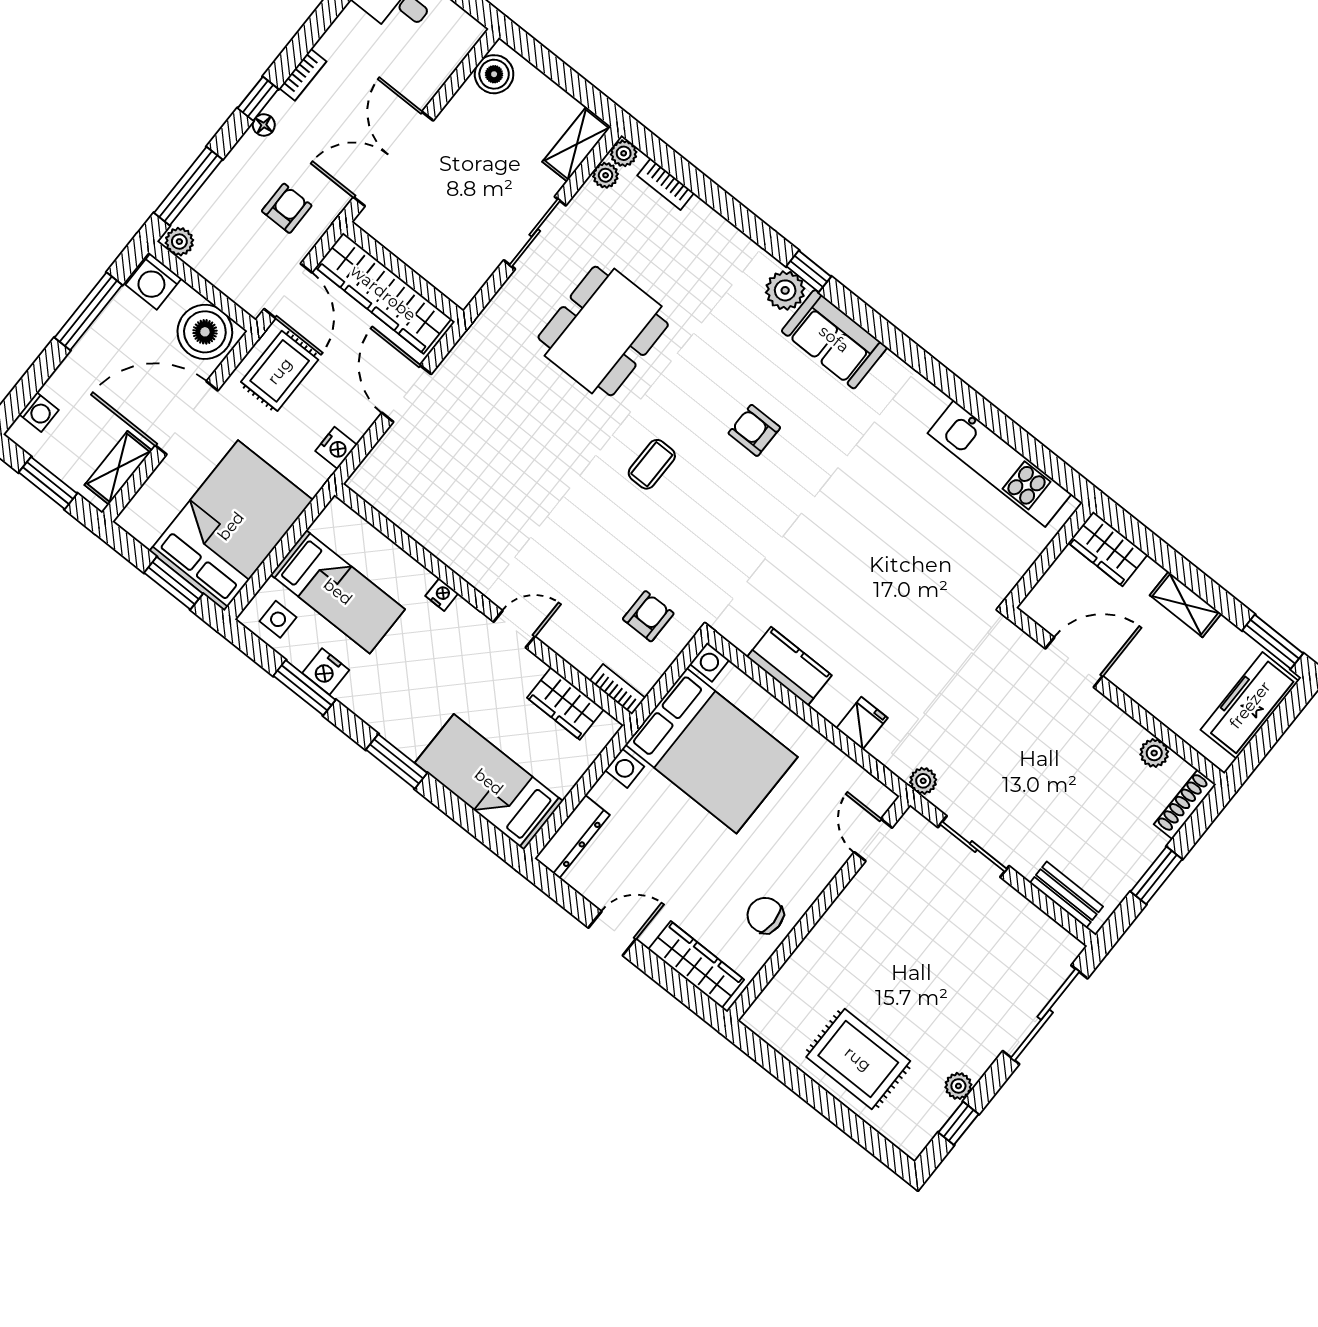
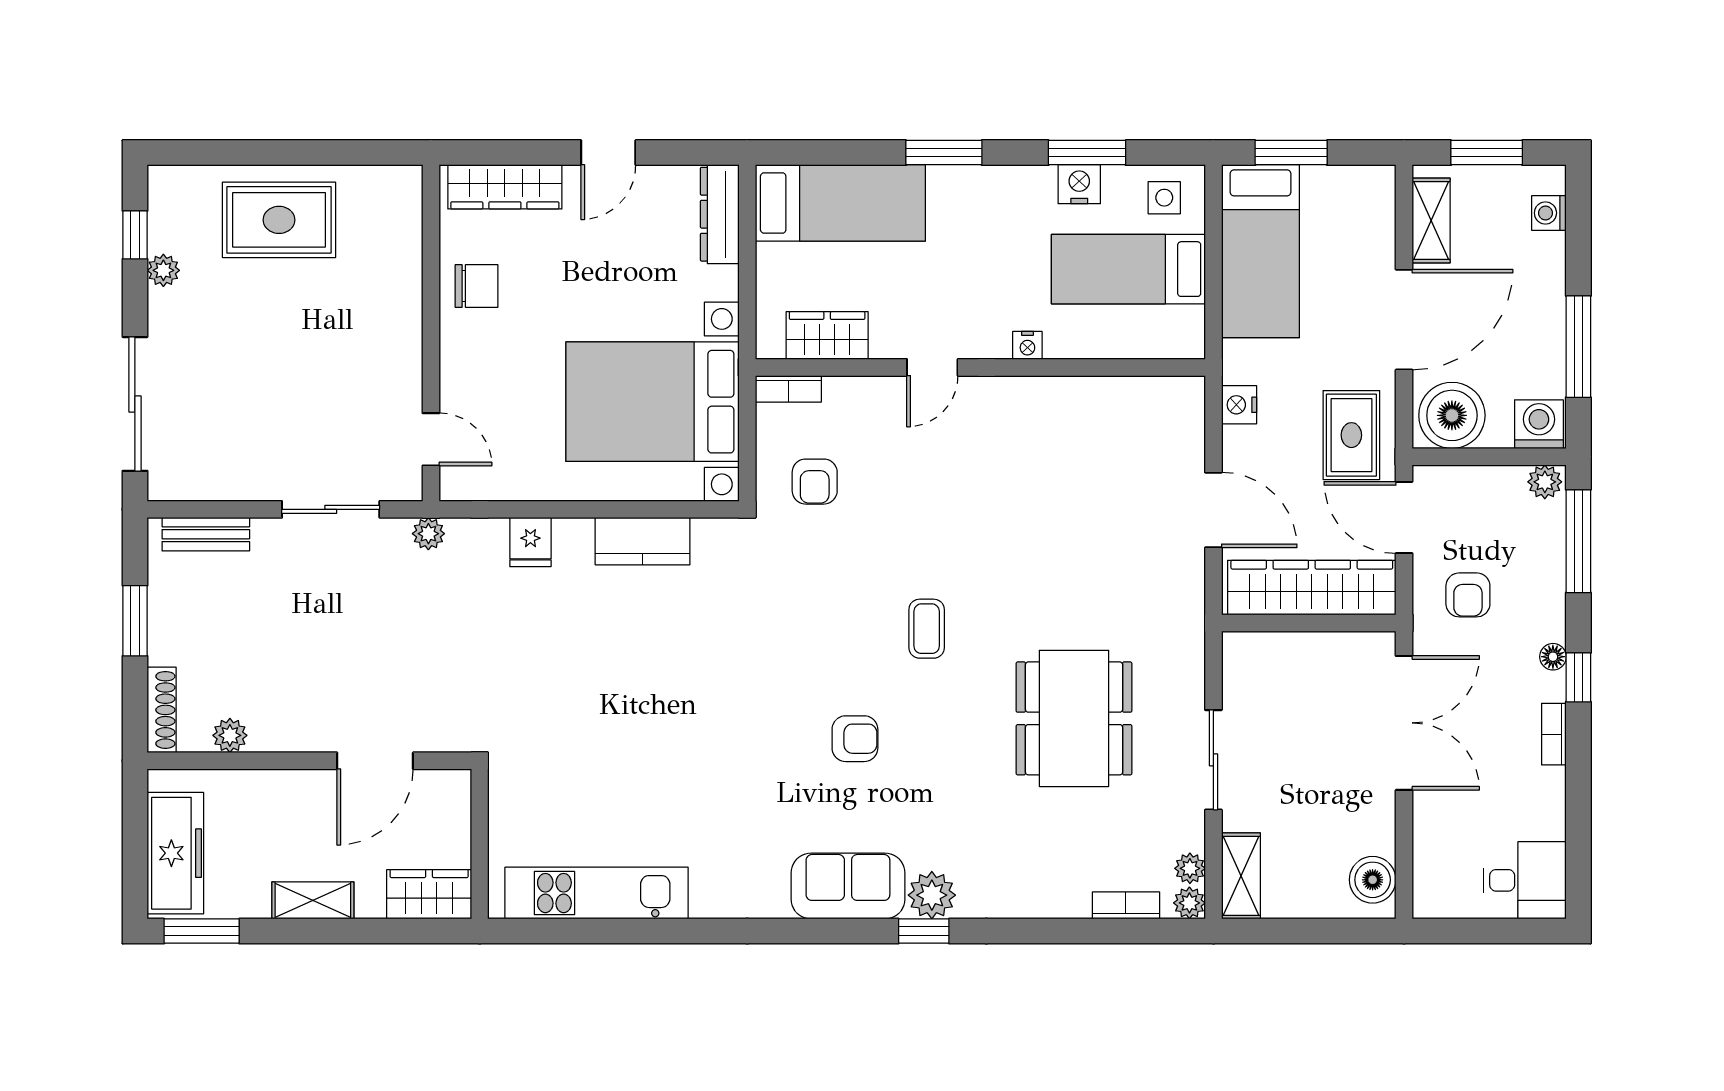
bed: (231, 526) -> (1260, 251), width x0.67

